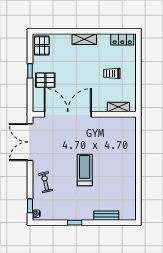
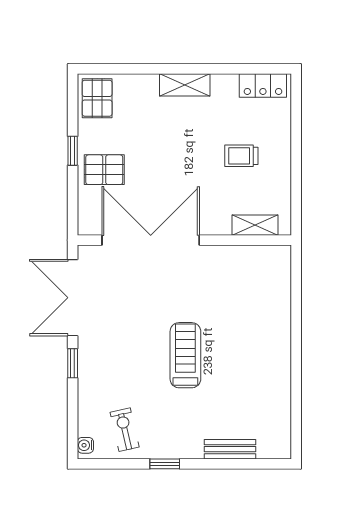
exercise bike: (45, 182) -> (125, 430), moved
window: (30, 206) -> (73, 363), moved

